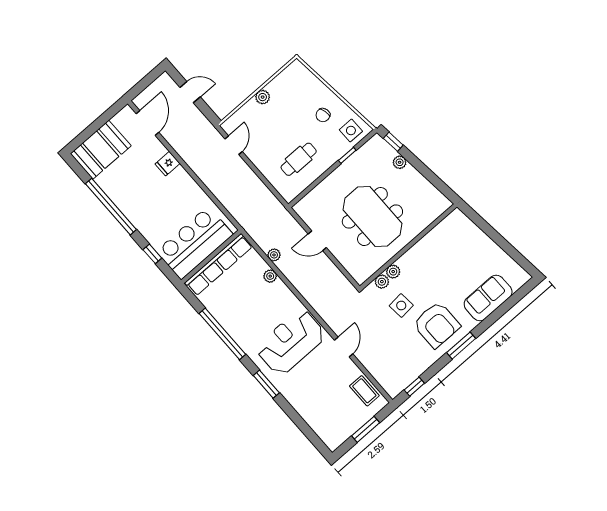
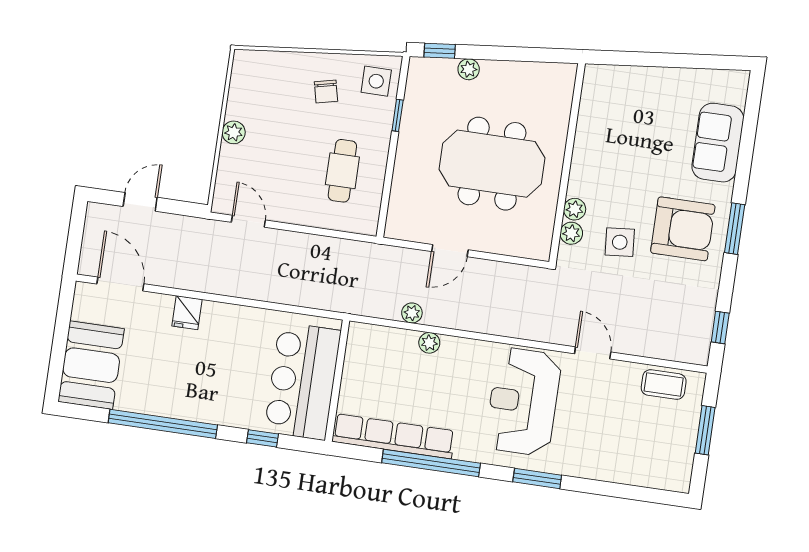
row of seats: (219, 265) -> (393, 436), moved, turned -90

